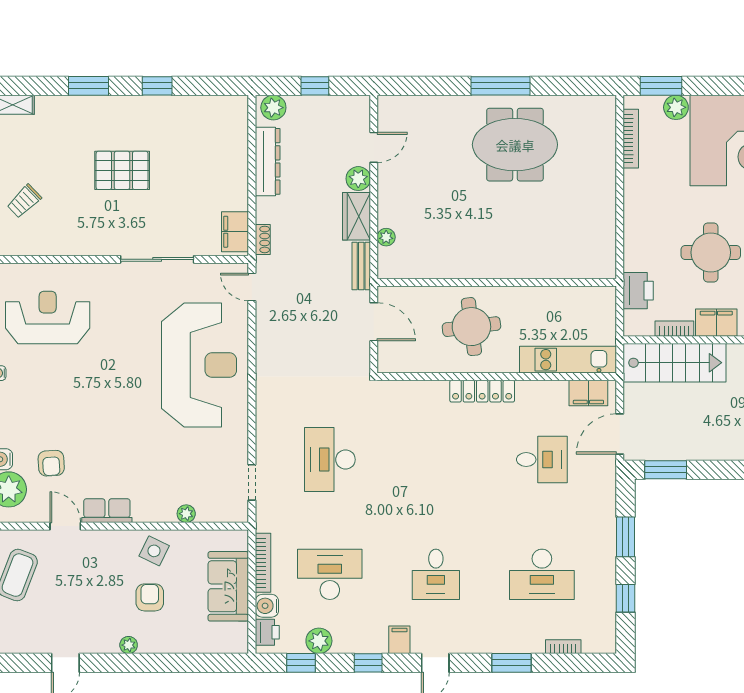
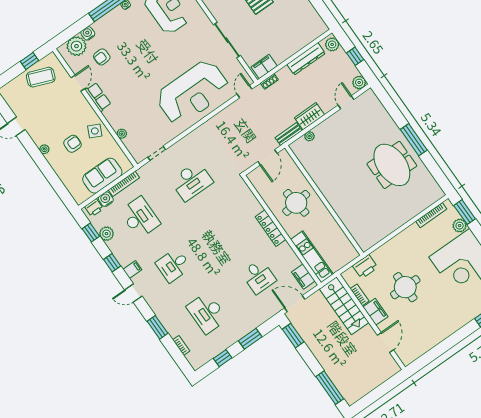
door: (374, 147) -> (346, 102), swing flipped
plant: (358, 179) -> (359, 83), moved
desk: (330, 460) -> (192, 181), turned 180

